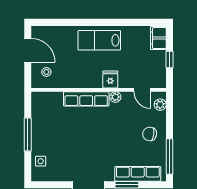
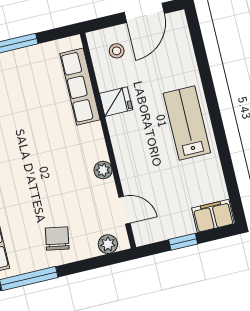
fridge: (110, 79) -> (116, 102), moved
door: (142, 90) -> (125, 210), swing flipped
row of seats: (86, 99) -> (80, 87), moved

